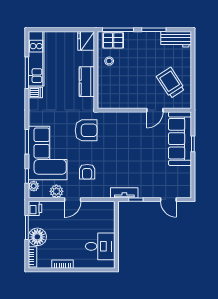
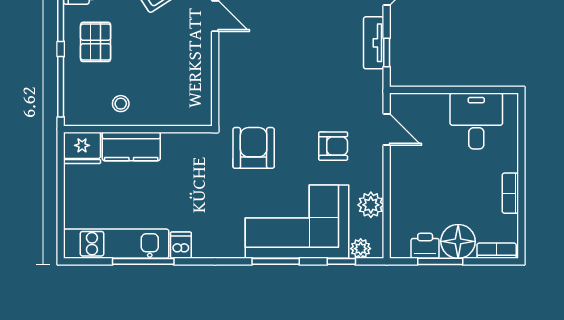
pallet: (113, 40) -> (96, 42), moved
kitchen counter: (87, 82) -> (131, 146), moved
tv unit: (124, 193) -> (374, 43), moved
door: (73, 200) -> (387, 129), moved
printer: (35, 208) -> (425, 246), moved

